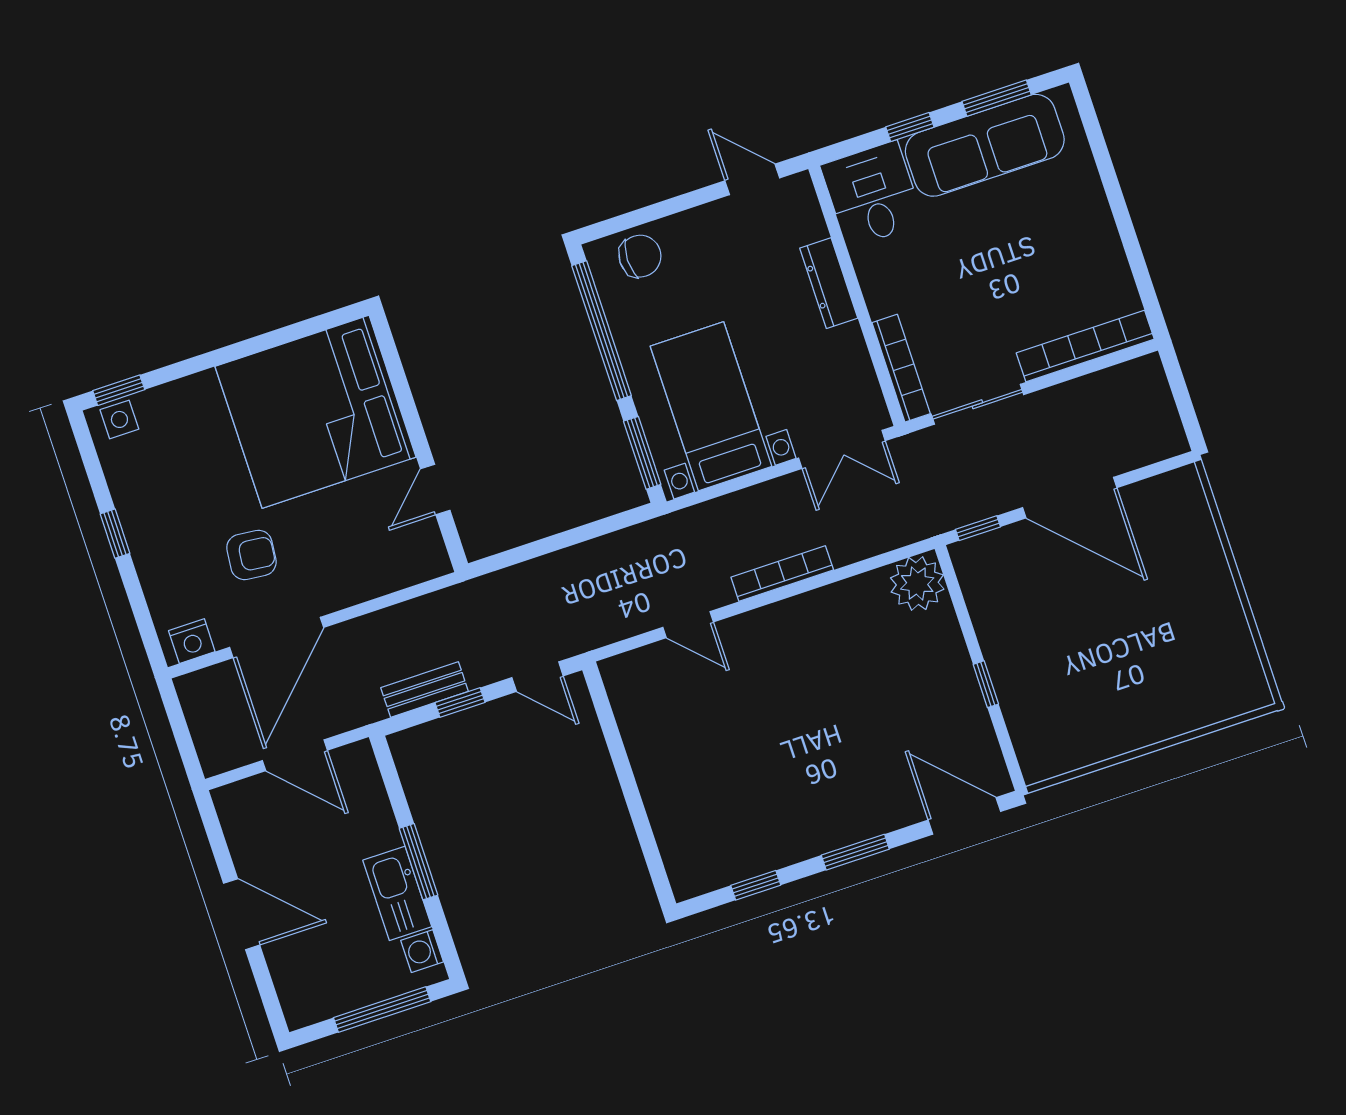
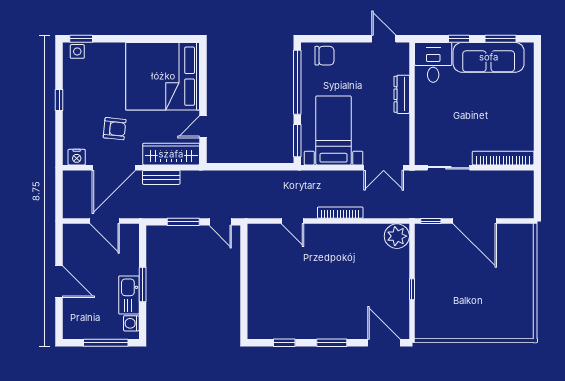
bookcase: (901, 368) -> (421, 141), removed
wardrobe: (387, 569) -> (171, 154), added
bench: (425, 690) -> (161, 177), moved
window: (460, 703) -> (183, 222), width x1.50

